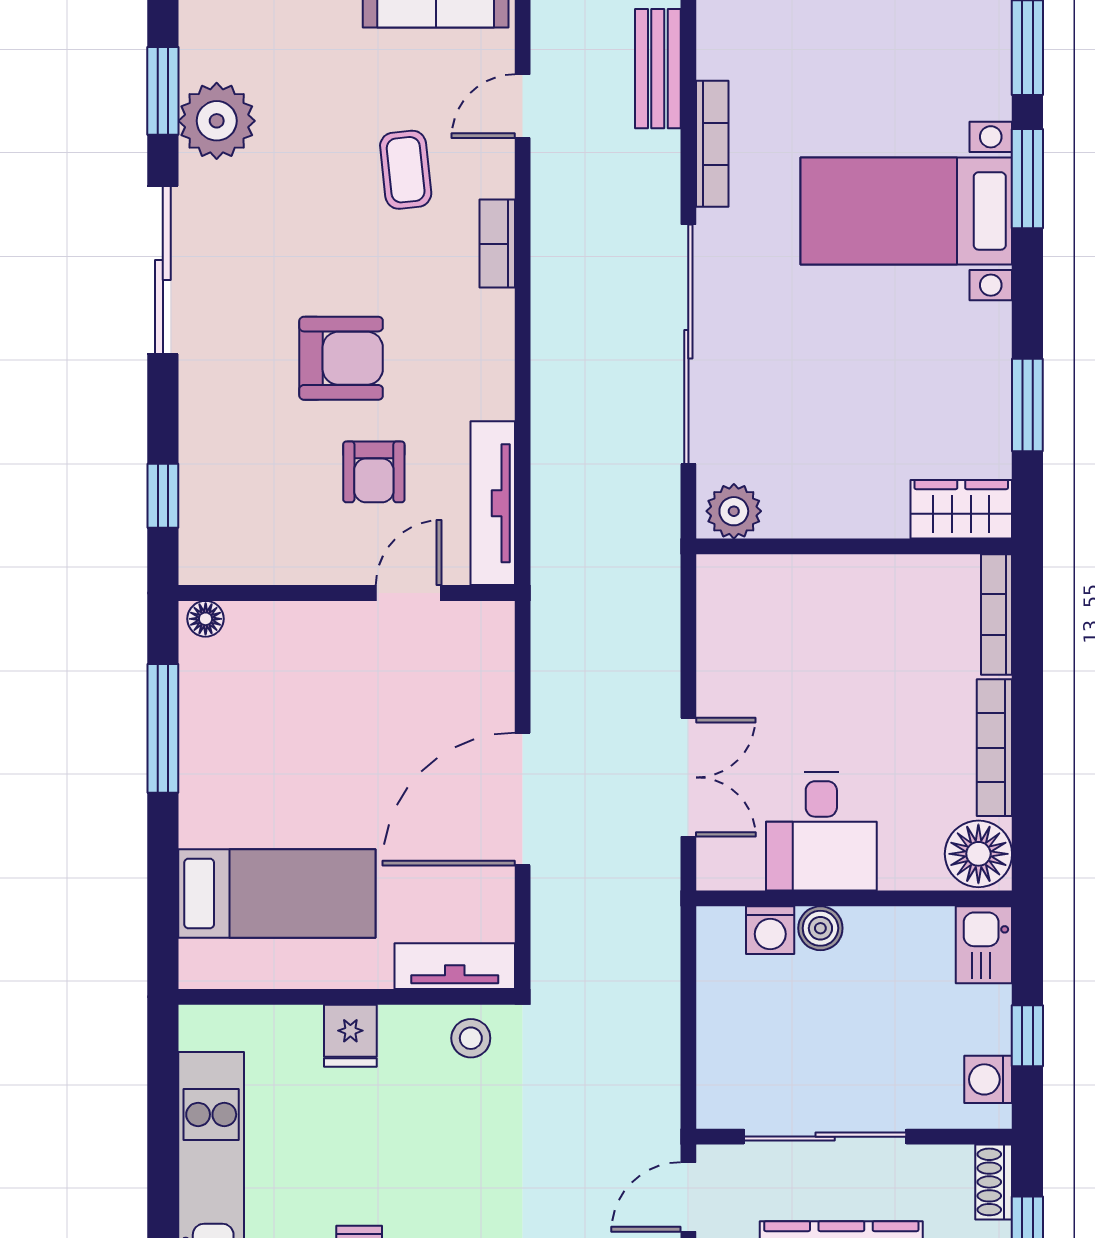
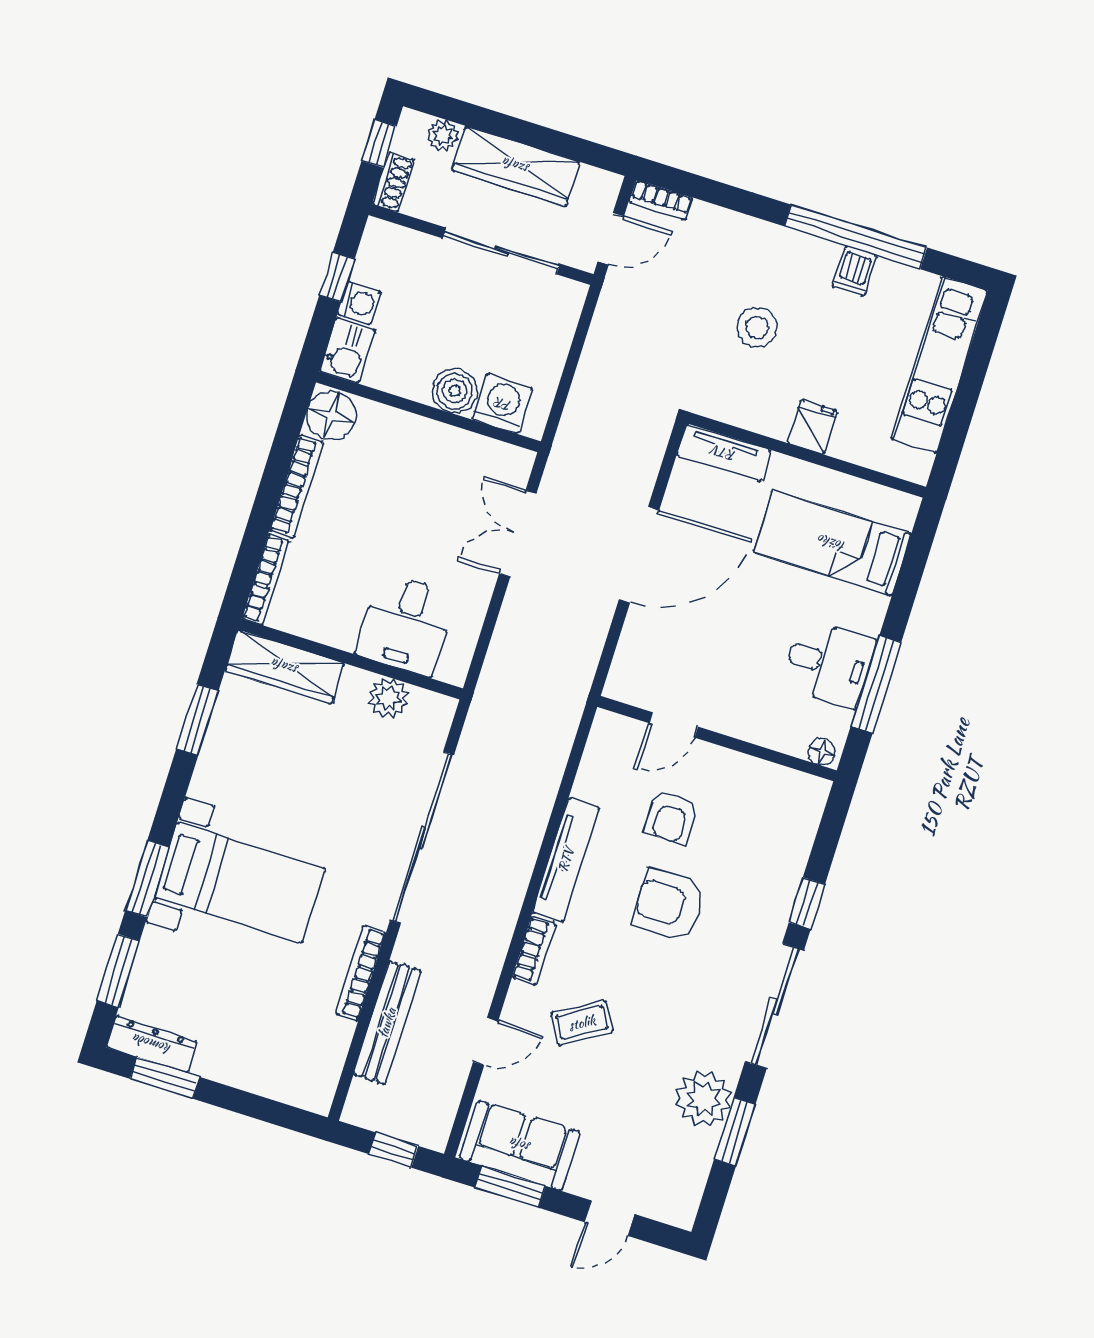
bench: (658, 69) -> (387, 1023), width x1.36
coffee table: (406, 170) -> (582, 1023), turned 65
armchair: (374, 472) -> (671, 818), turned 180
window: (163, 496) -> (807, 903), moved
tv unit: (493, 503) -> (566, 860), moved
wardrobe: (961, 509) -> (285, 667), width x1.50
plant: (734, 511) -> (389, 698), moved
desk: (232, 736) -> (829, 664), added
desk: (821, 831) -> (406, 624), moved, turned 180
boiler: (820, 928) -> (455, 391), width x1.36, depth x1.36
washing machine: (770, 930) -> (503, 404), width x1.38, depth x1.38
stool: (471, 1038) -> (757, 327), moved, width x1.37, depth x1.37
washing machine: (988, 1079) -> (359, 303), moved

